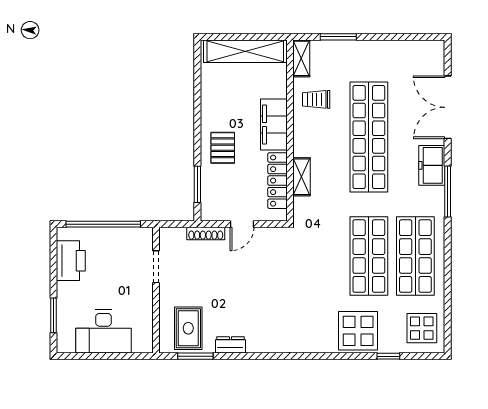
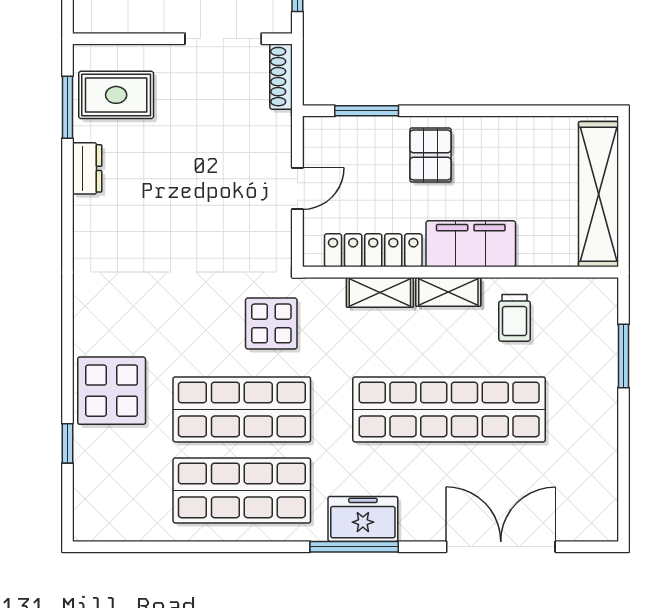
shelving: (301, 58) -> (448, 292), moved
trolley: (316, 99) -> (515, 318), turned 180
pallet: (223, 148) -> (430, 155), turned 90
freezer: (432, 165) -> (363, 519), moved
door: (242, 224) -> (297, 188), swing flipped
shoe rack: (206, 233) -> (281, 77), moved
doorway: (156, 267) -> (223, 39), width x1.38
display table: (422, 328) -> (271, 323), moved

